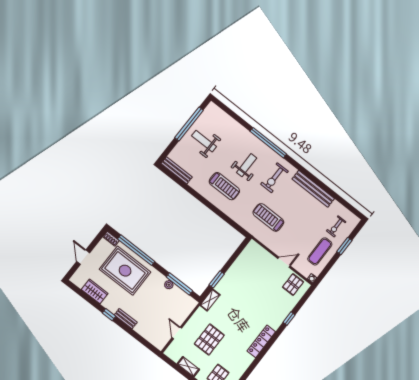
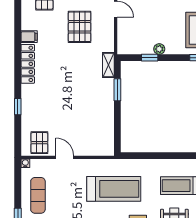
treadmill: (268, 217) -> (114, 189), width x1.37, depth x1.38
door: (284, 262) -> (65, 157), swing flipped
window: (179, 284) -> (150, 58), width x0.46
filing cabinet: (247, 358) -> (29, 37), added

